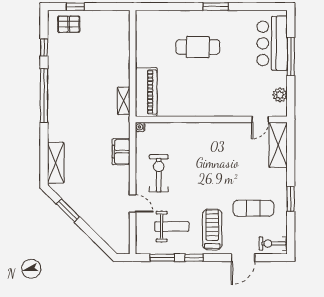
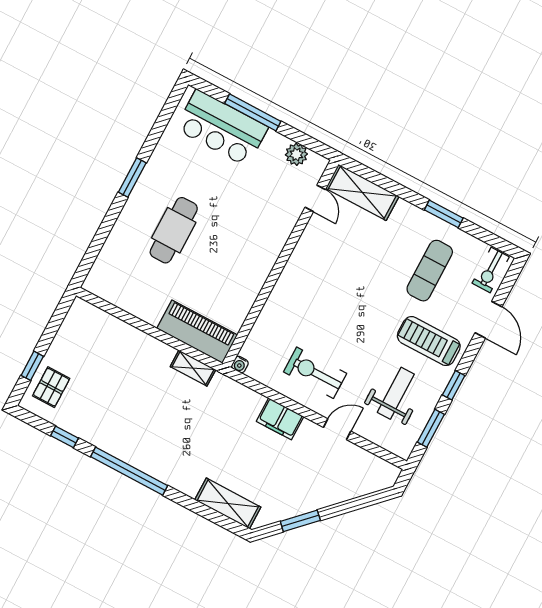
filing cabinet: (121, 152) -> (280, 419), moved

